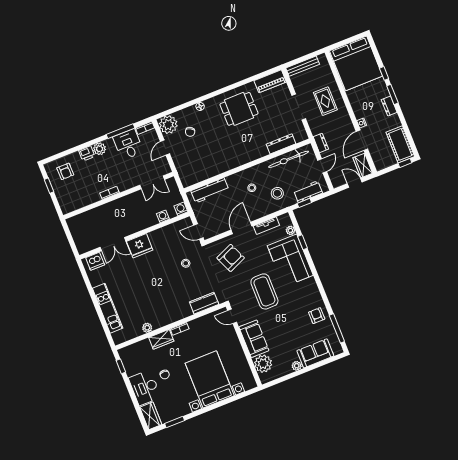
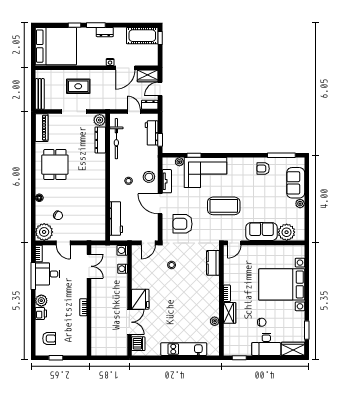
plant: (300, 135) -> (100, 120), added
door: (362, 140) -> (125, 68), hinge flipped
dresser: (321, 143) -> (150, 105), moved
stool: (277, 193) -> (149, 177), moved
armchair: (231, 258) -> (183, 224), turned -67

